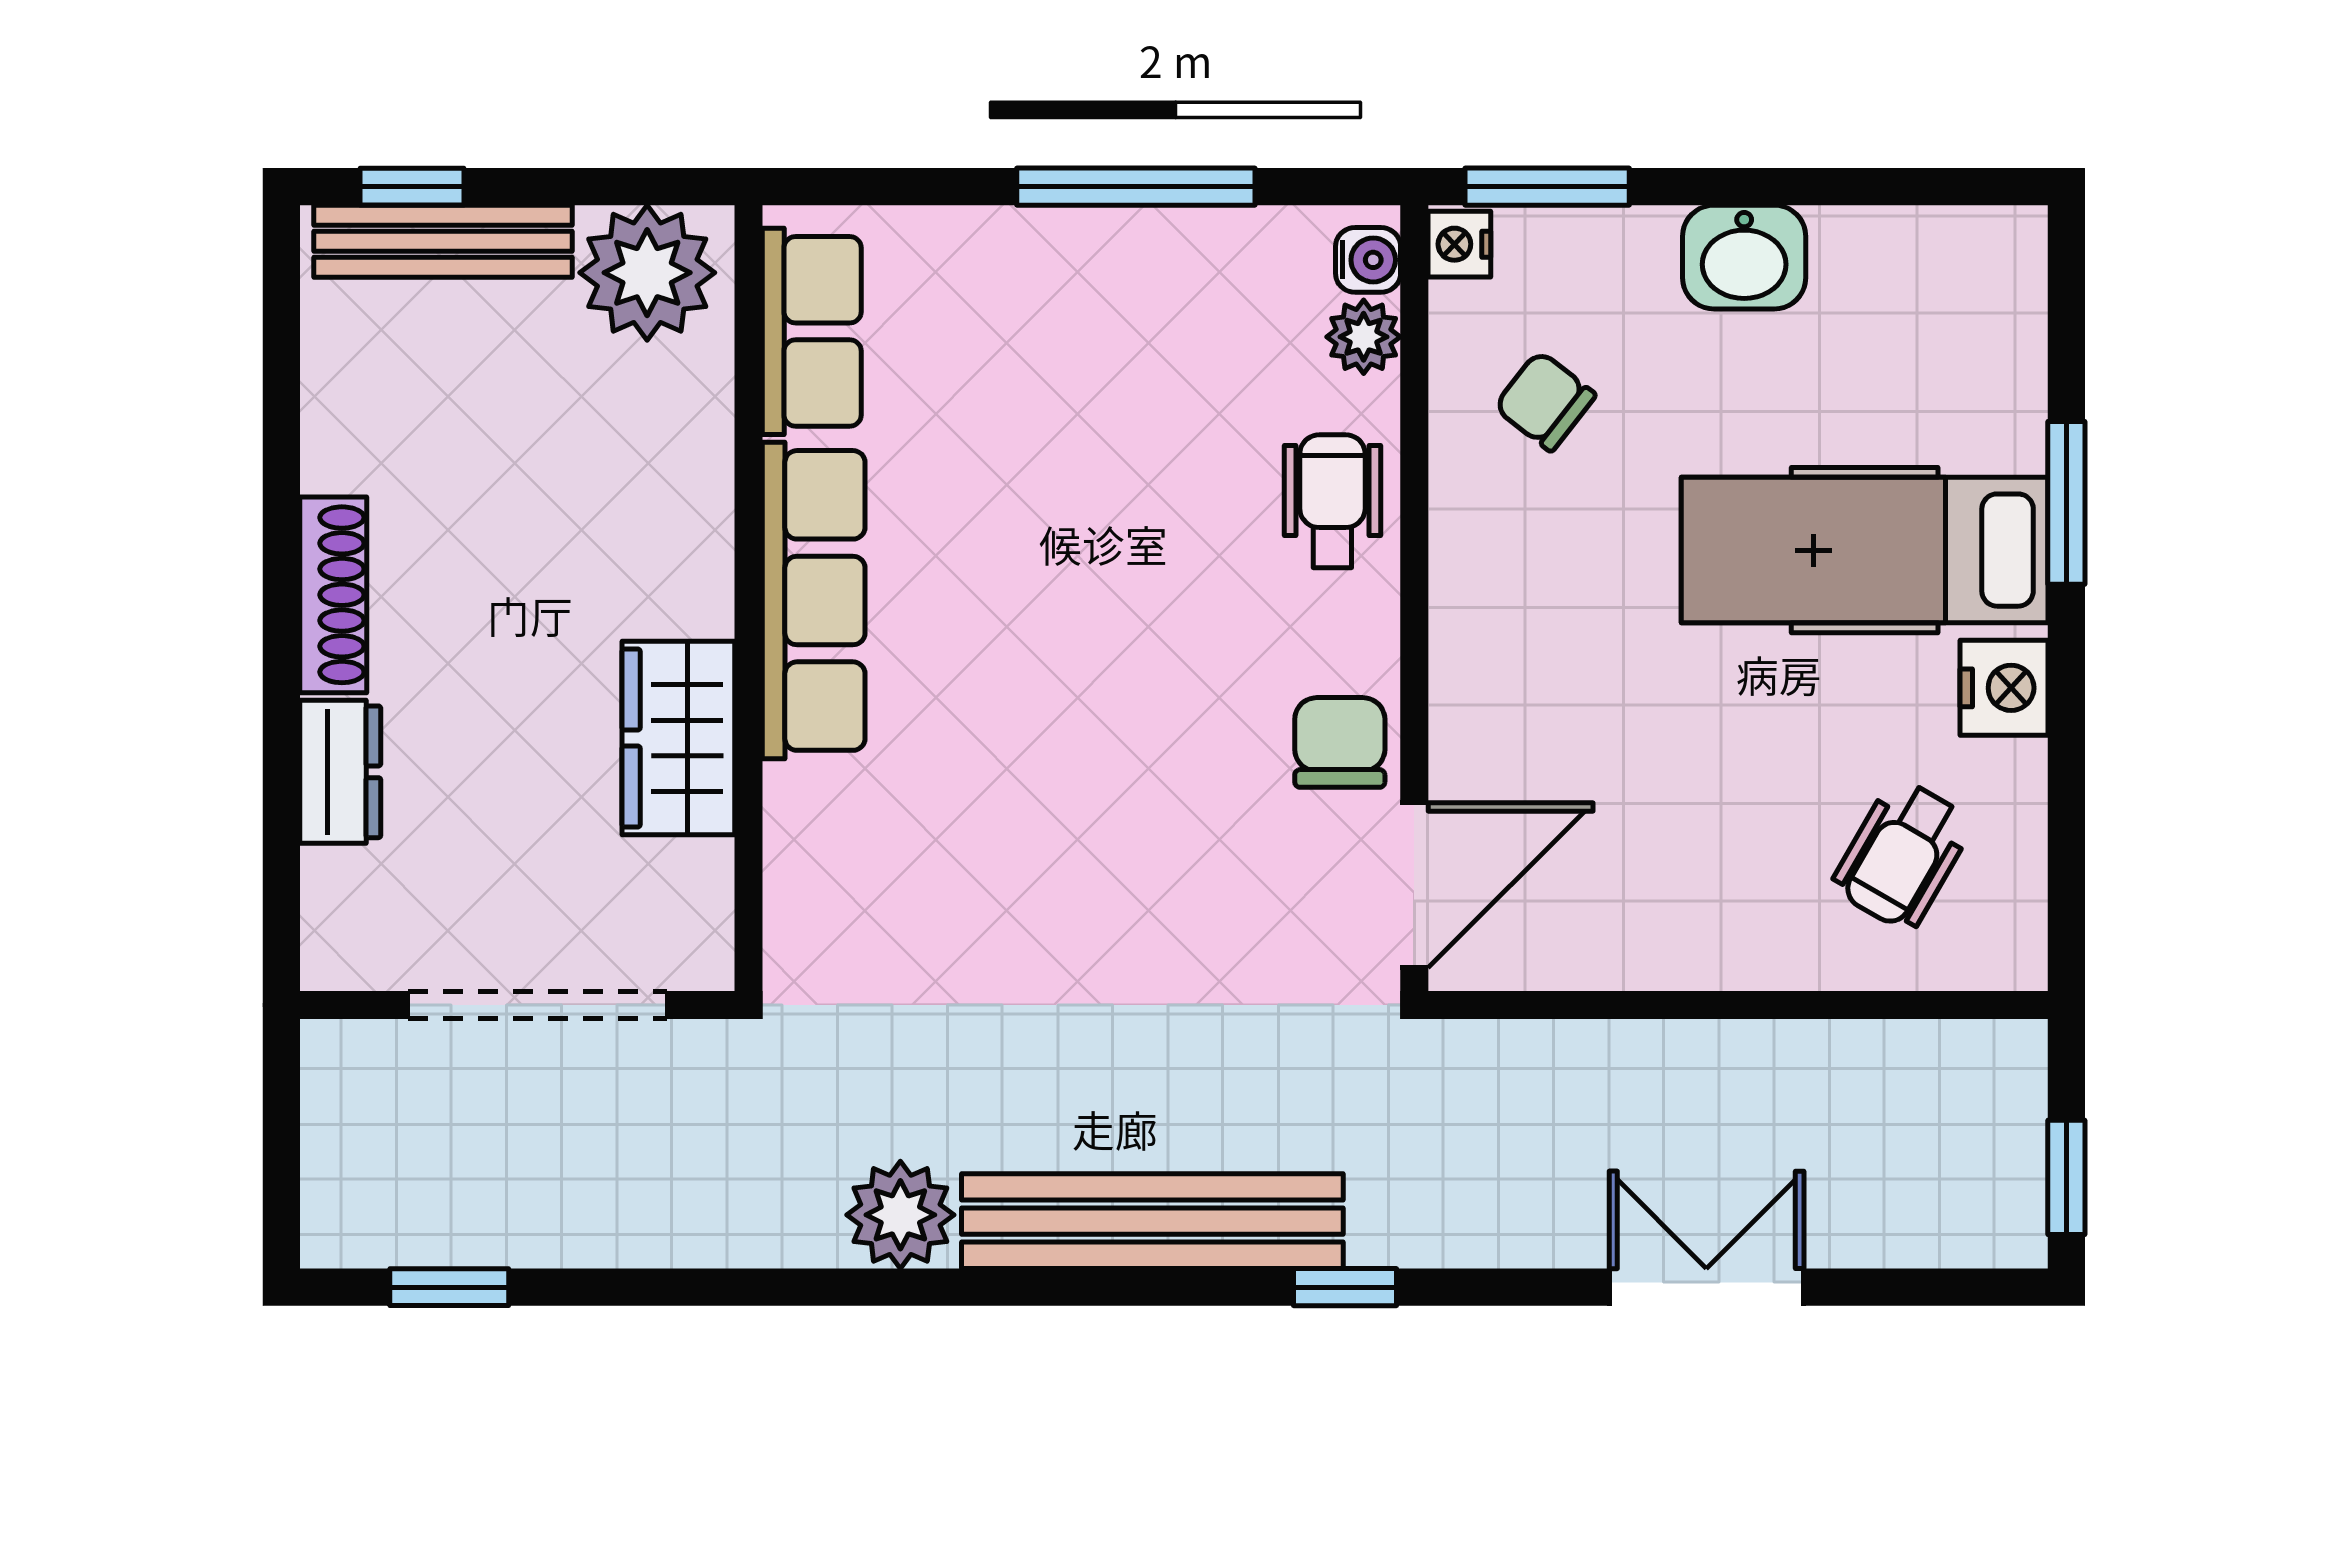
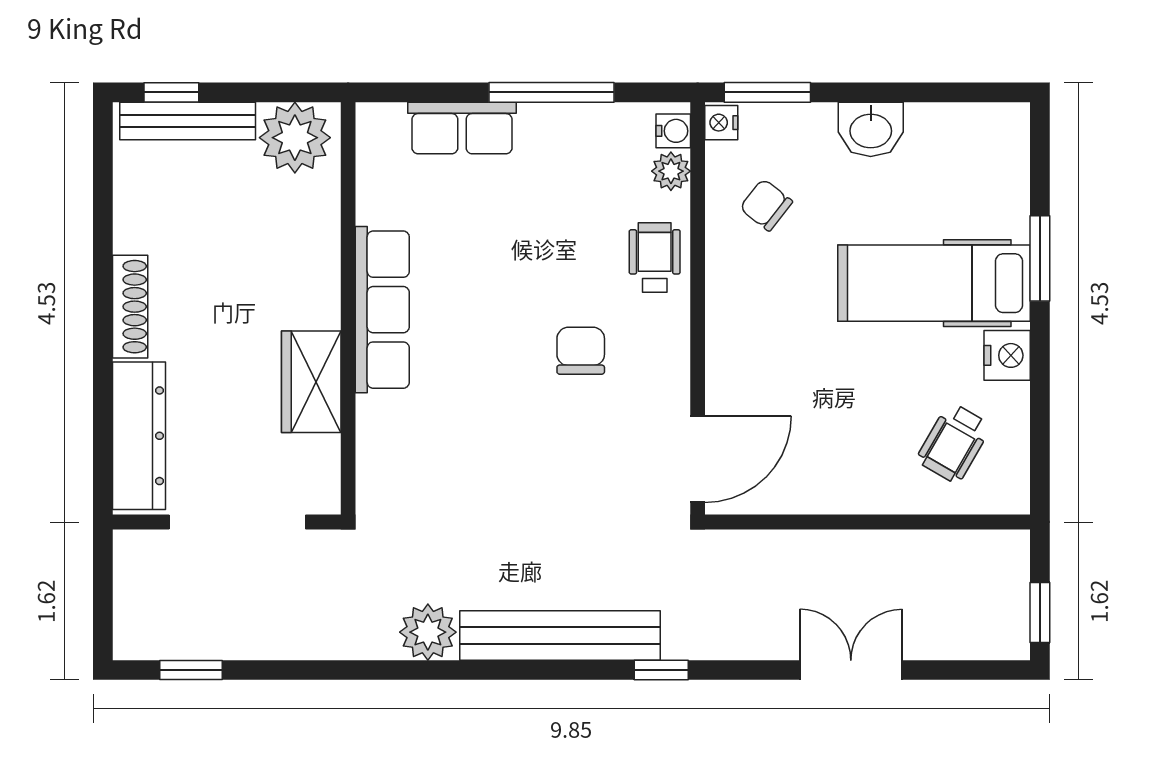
row of seats: (812, 331) -> (462, 128), moved, turned 90
chair: (1340, 742) -> (581, 351), moved
dresser: (340, 772) -> (139, 436), width x1.96, depth x1.24

